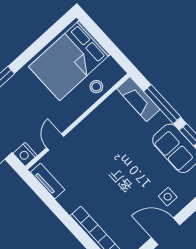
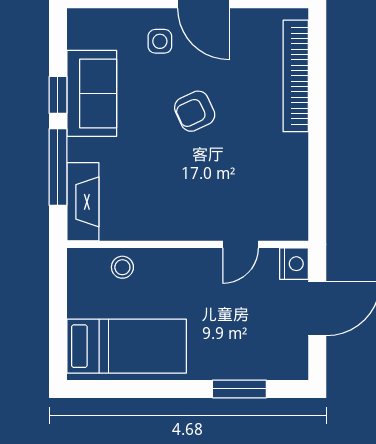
bed: (69, 61) -> (127, 346), width x0.67
tv unit: (48, 181) -> (296, 203), removed
armchair: (126, 181) -> (195, 111), added

